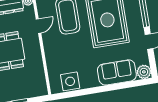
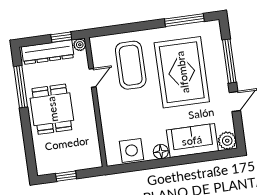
floor lamp: (93, 82) -> (161, 152), added

